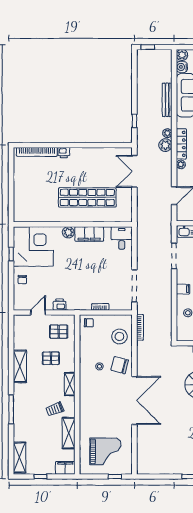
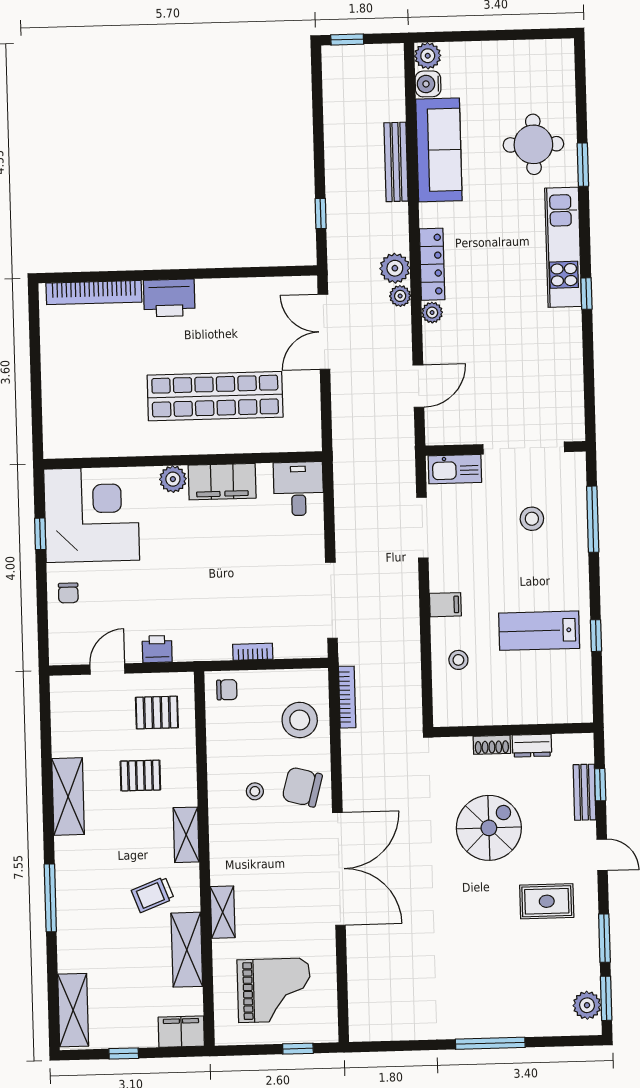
plant: (167, 133) -> (400, 296), moved
printer: (64, 153) -> (169, 298), width x1.87, depth x1.48
shelving: (84, 417) -> (223, 912), added

